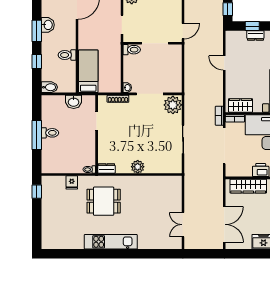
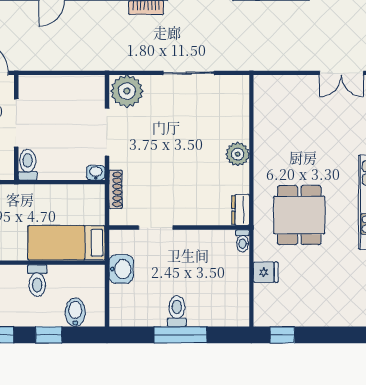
bidet: (49, 87) -> (75, 312), moved

